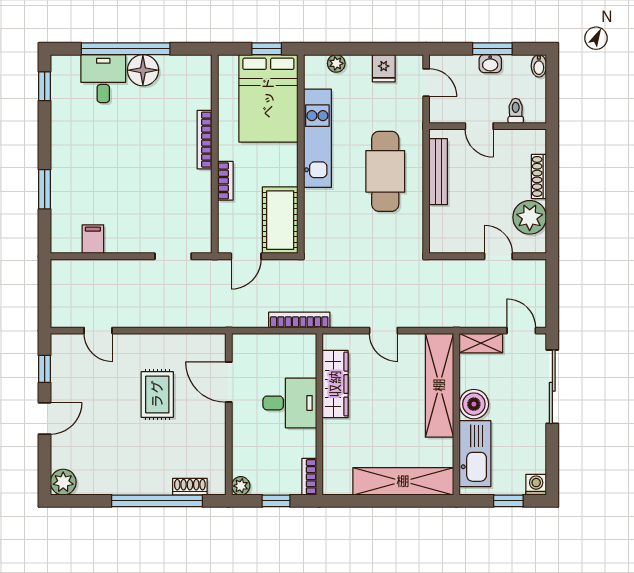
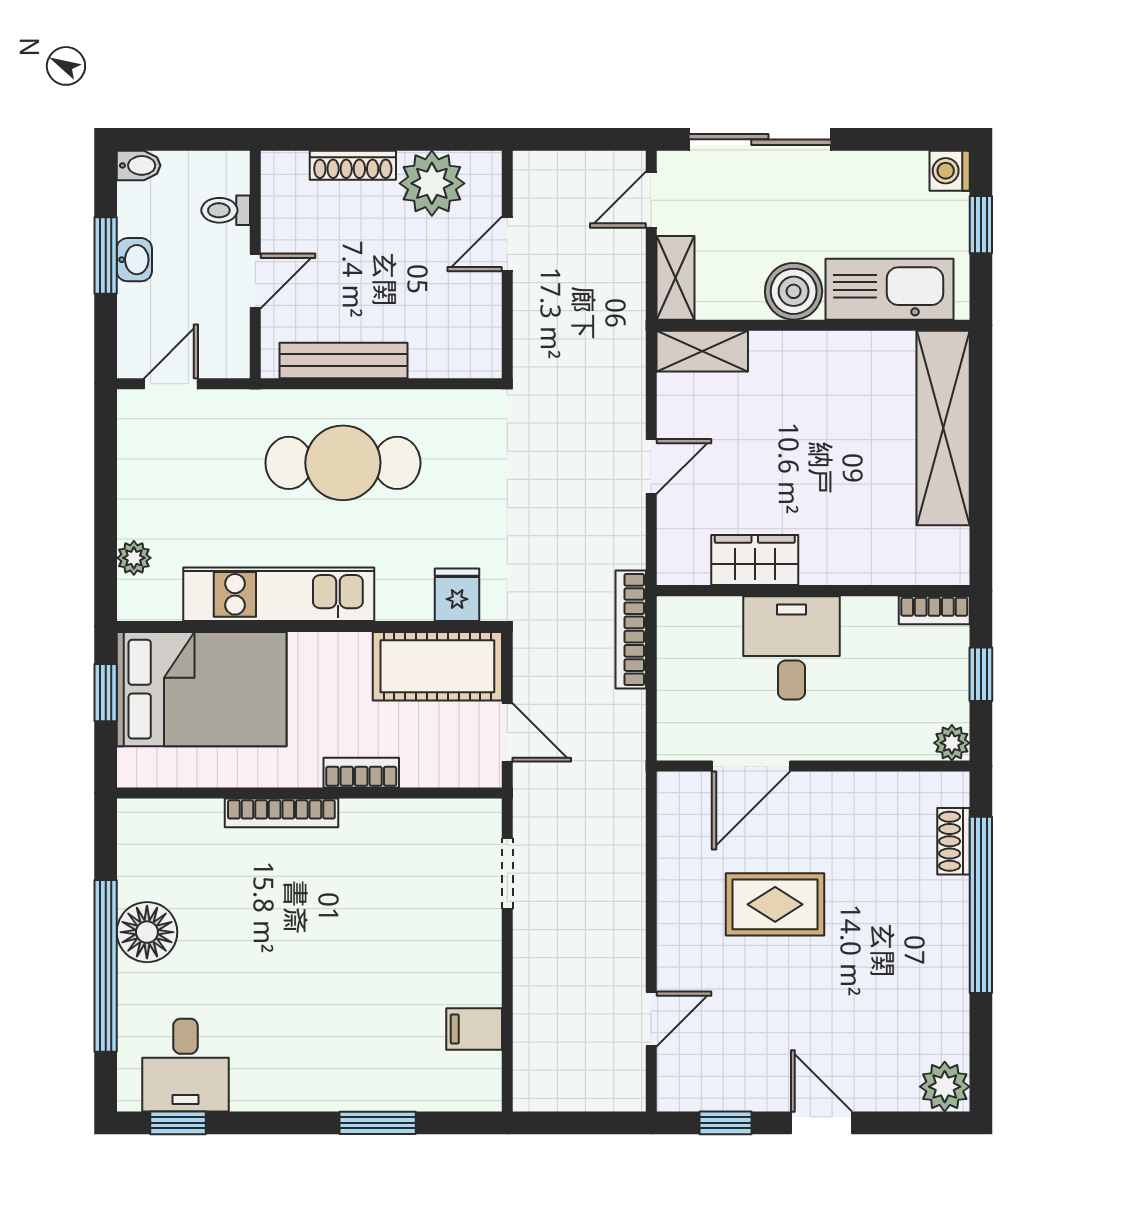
fridge: (384, 68) -> (457, 595), moved, turned -90
desk: (103, 79) -> (185, 1065), moved, turned -90
wardrobe: (335, 384) -> (755, 560), width x0.67
shelving: (439, 385) -> (702, 351), width x0.45, depth x0.75

